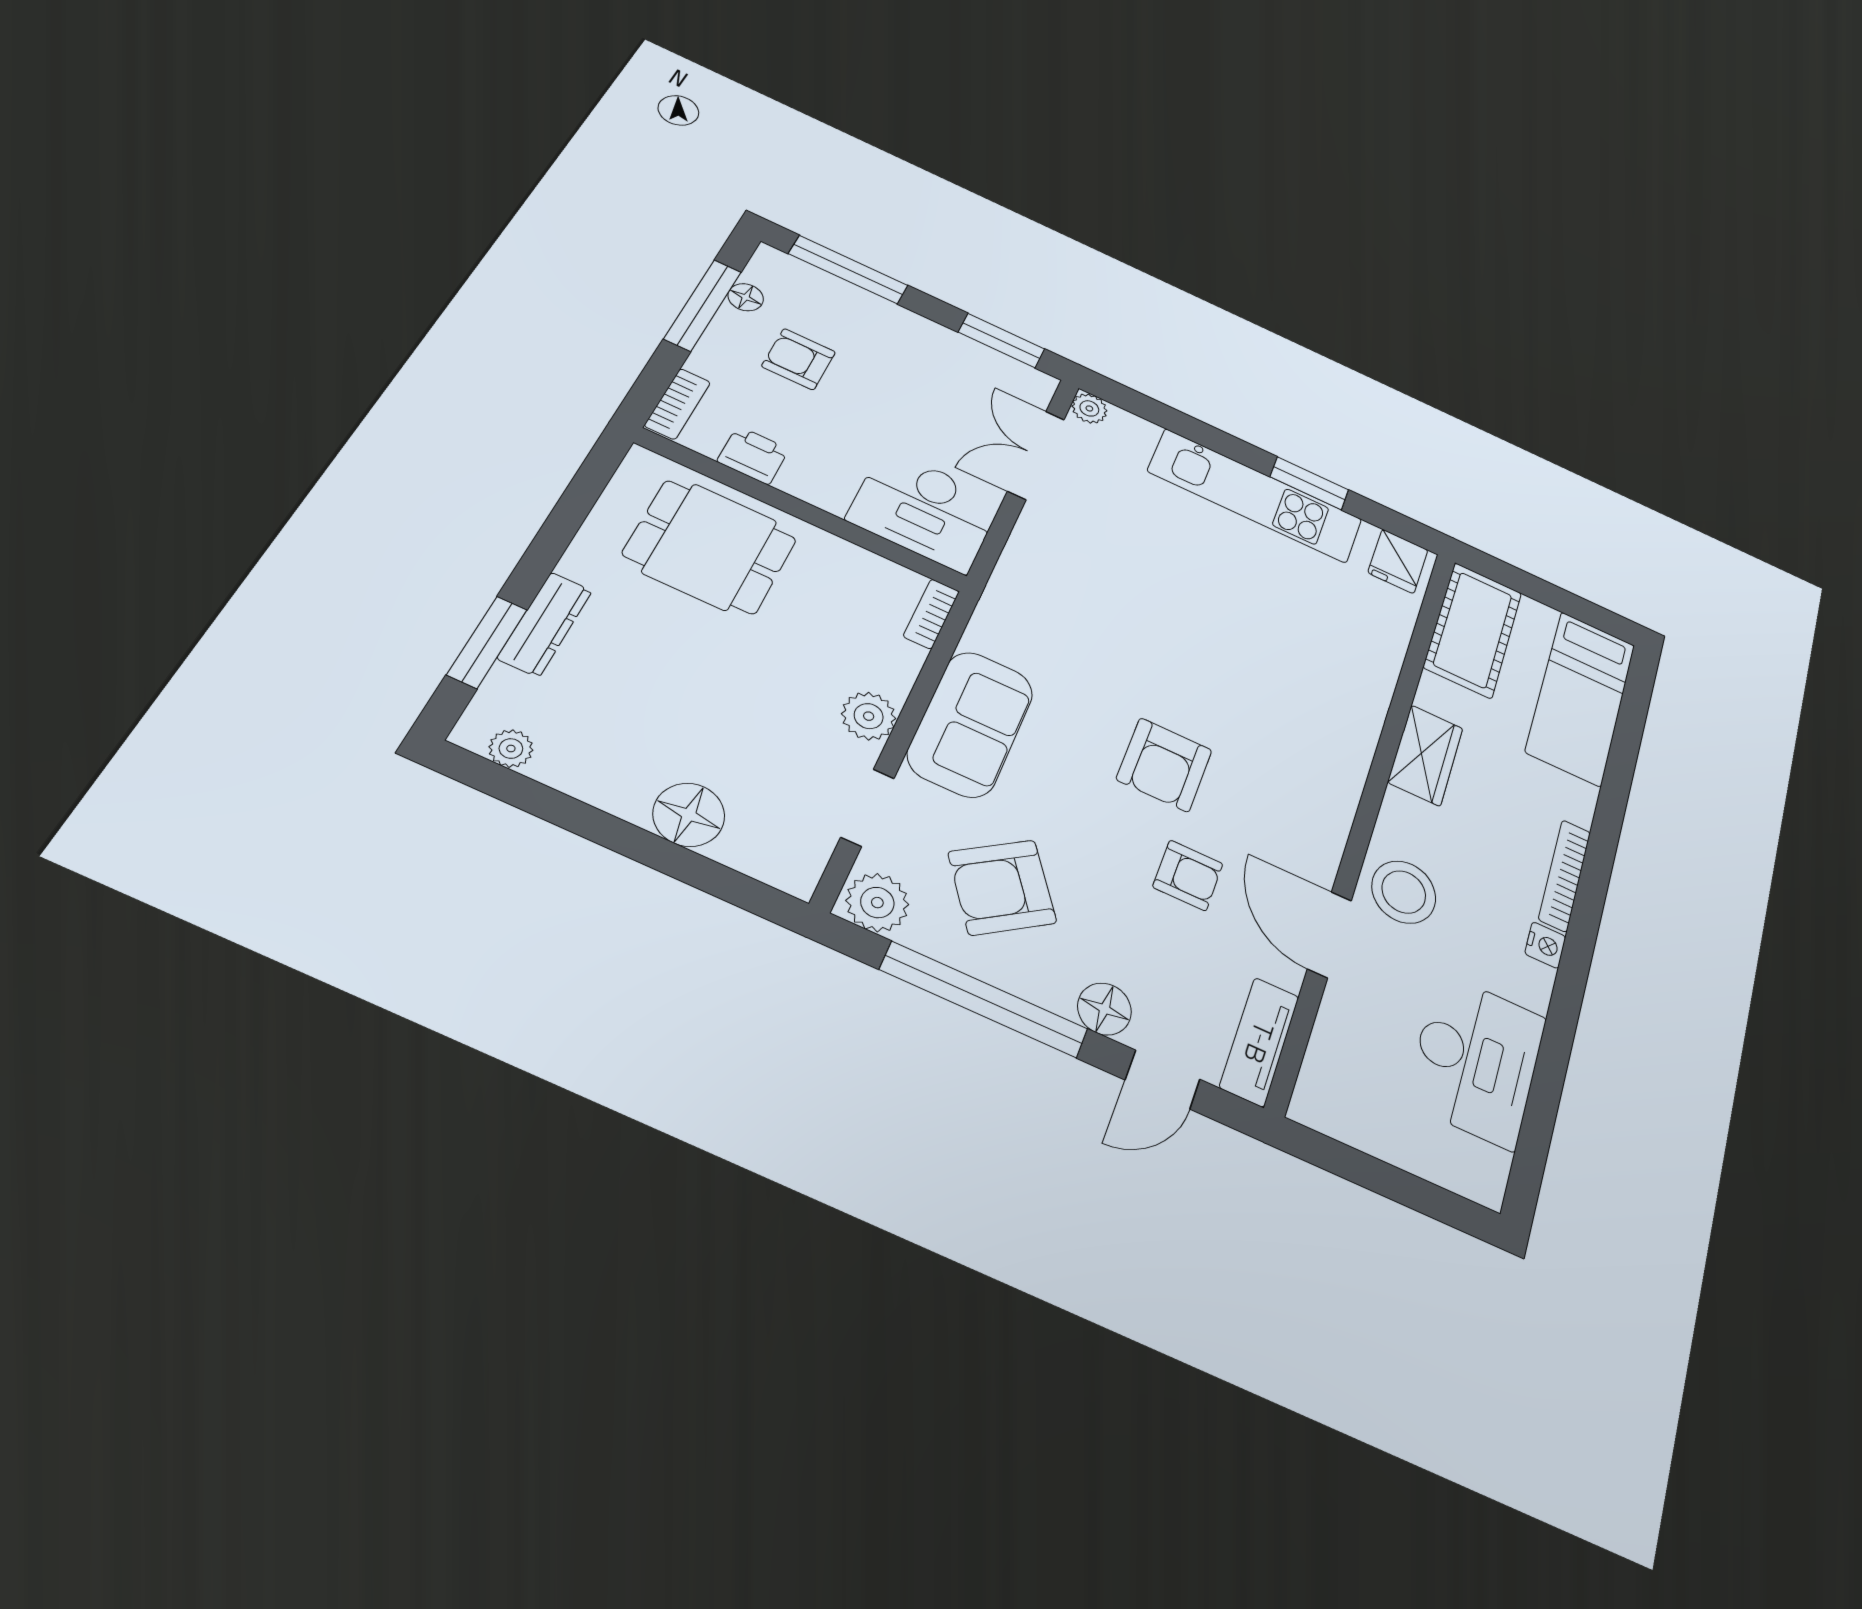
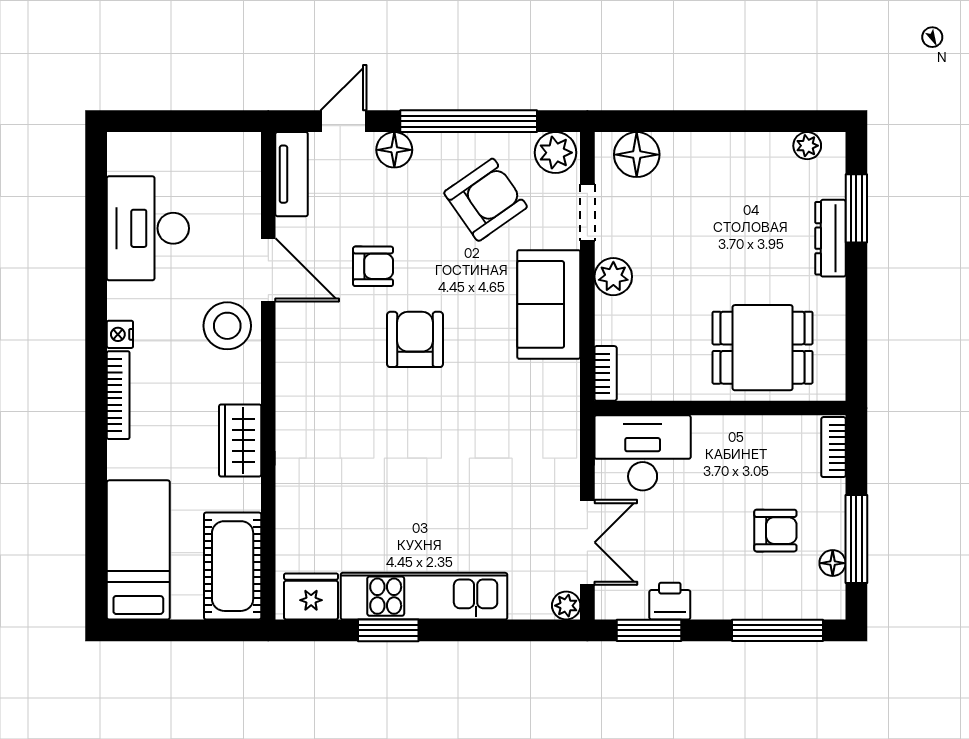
printer: (753, 455) -> (670, 601), moved, turned 180
fridge: (1398, 561) -> (311, 596), width x1.38
floor lamp: (689, 815) -> (637, 155), moved
armchair: (1188, 875) -> (373, 266), turned 180

